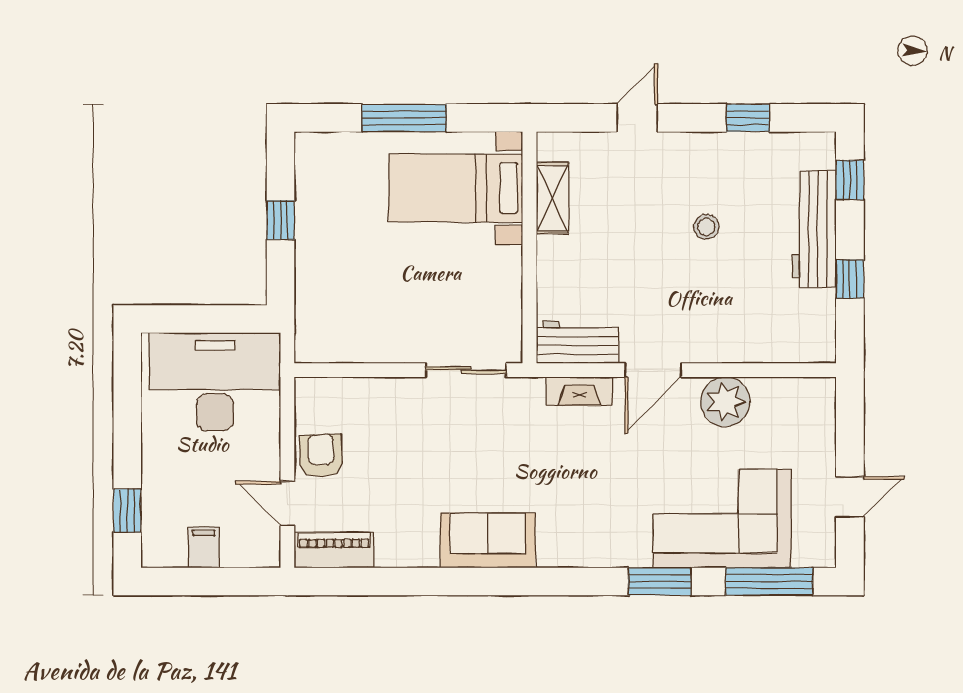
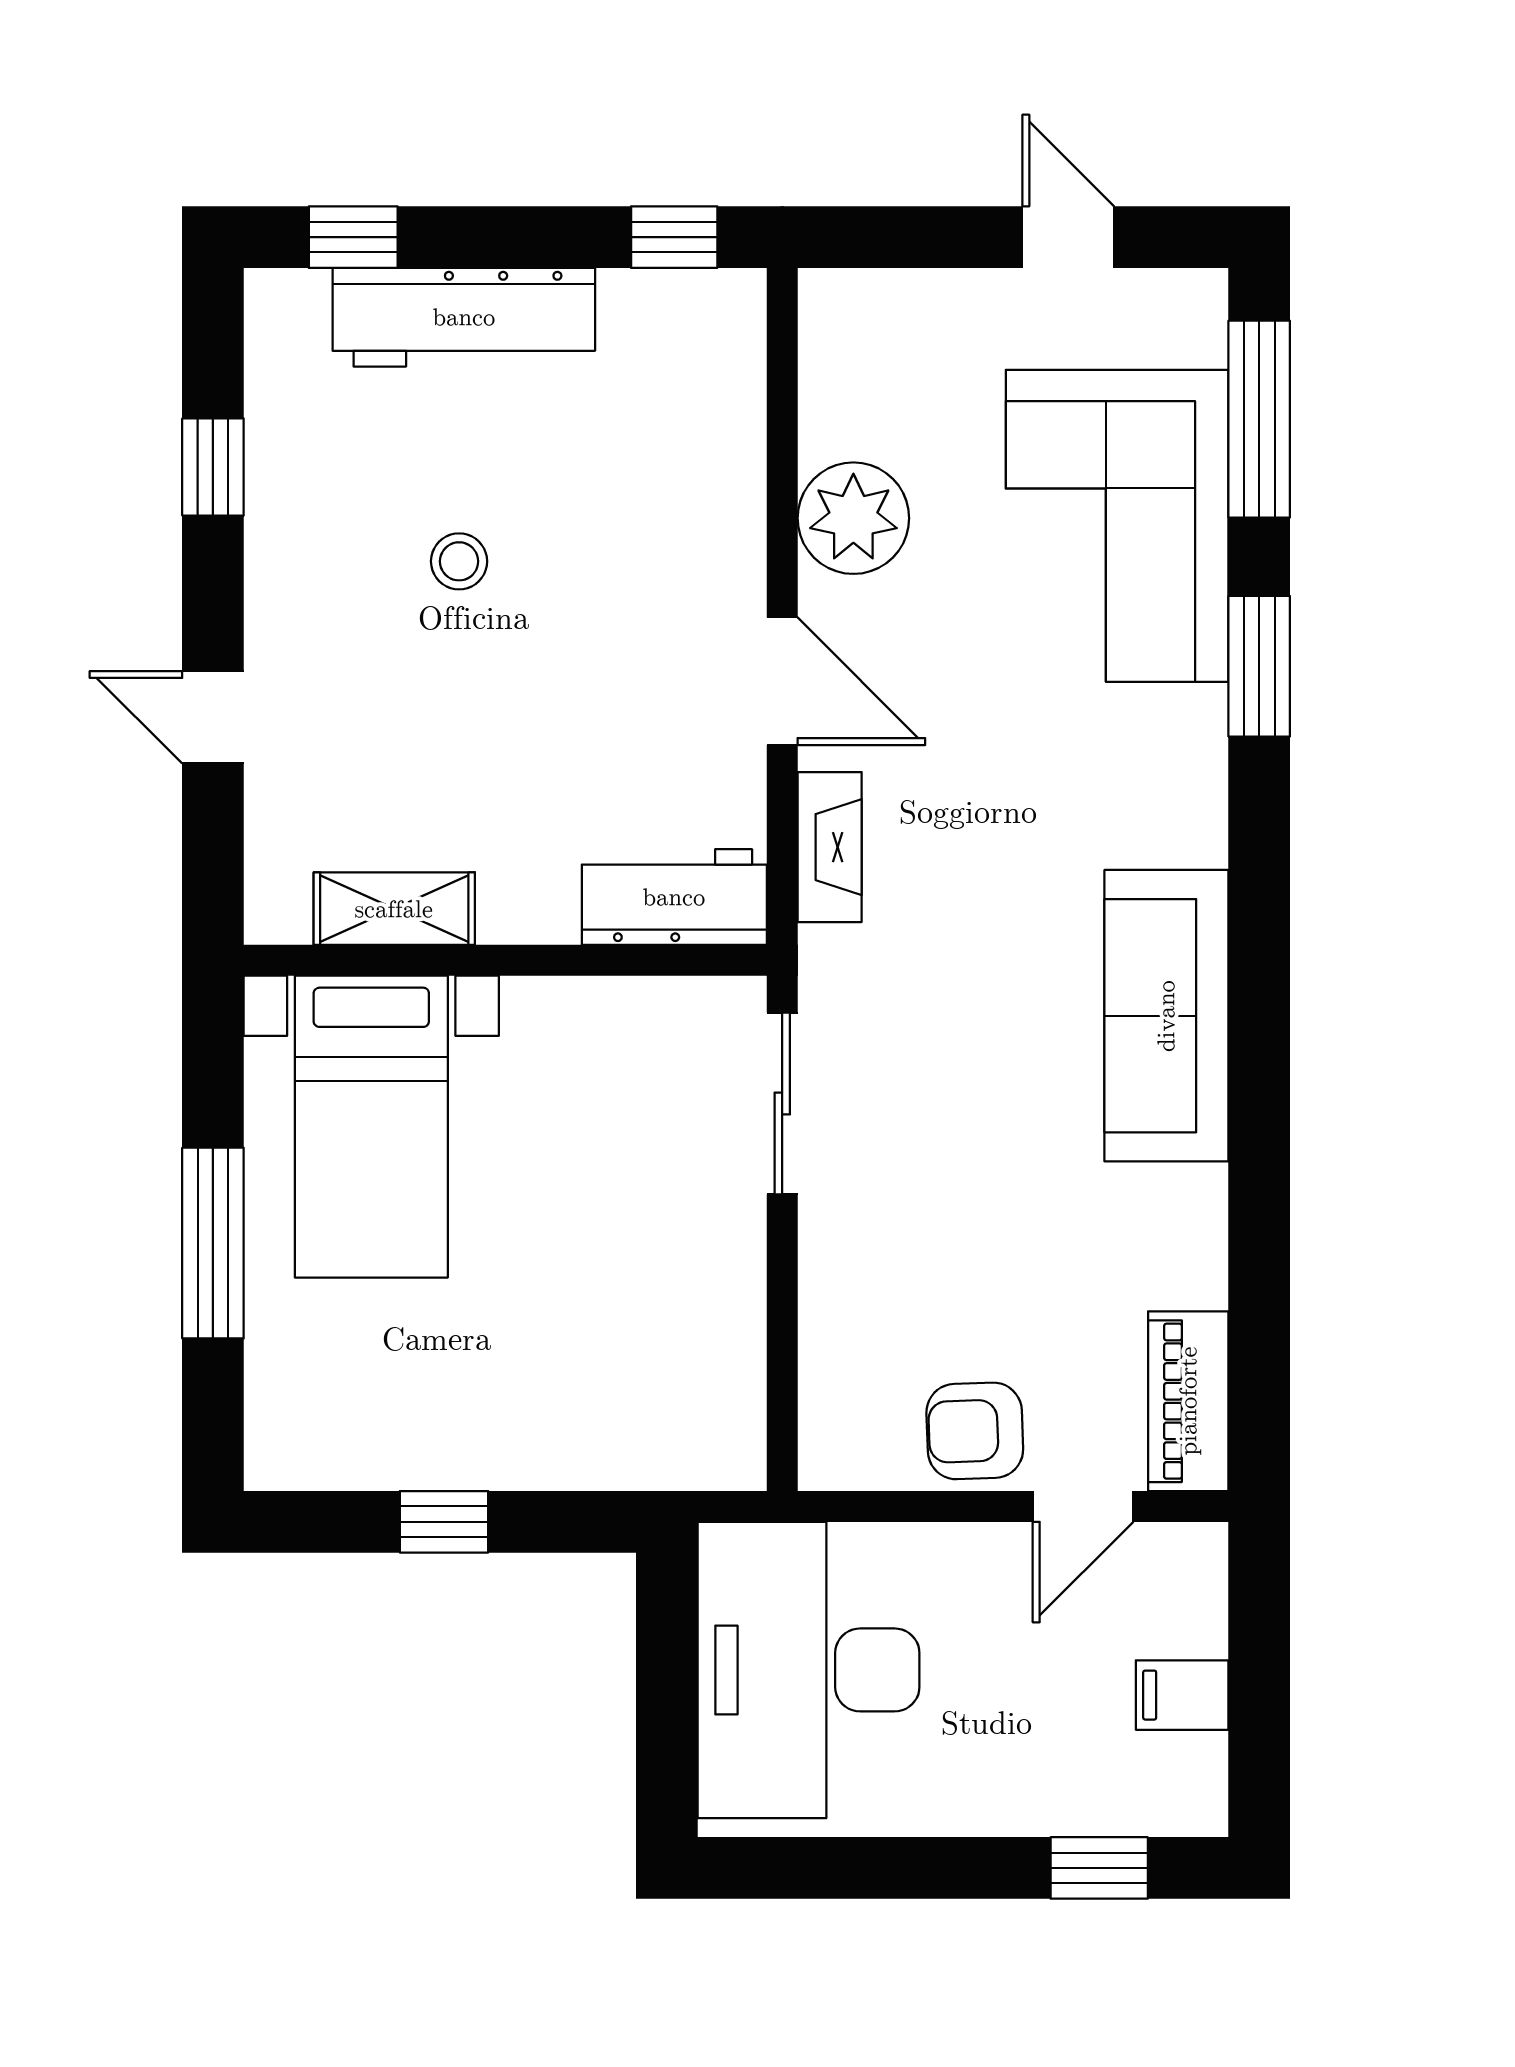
window: (850, 279) -> (674, 237), moved
workbench: (577, 342) -> (674, 897), moved, turned 90
sofa: (488, 540) -> (1166, 1016), width x1.36

